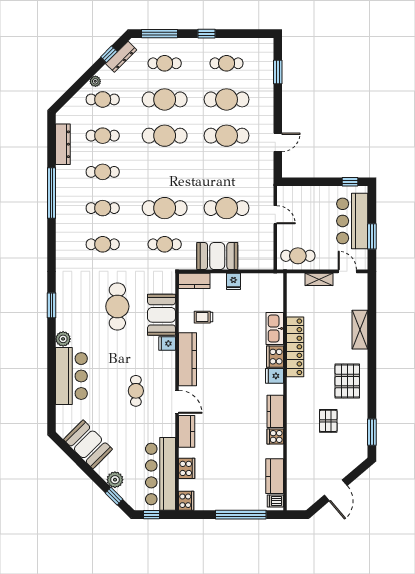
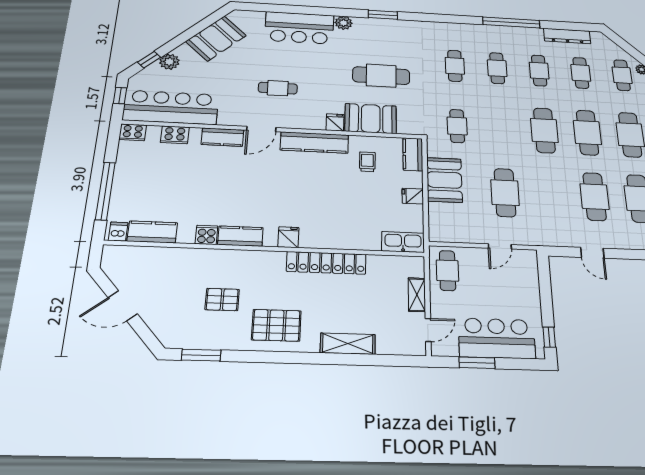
cafe table: (165, 208) -> (544, 130), moved
kitchen sink: (275, 328) -> (403, 242), moved
cooker: (275, 357) -> (314, 239), removed

